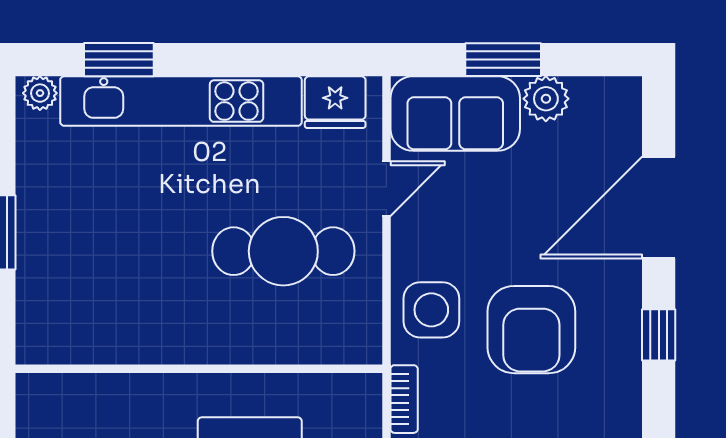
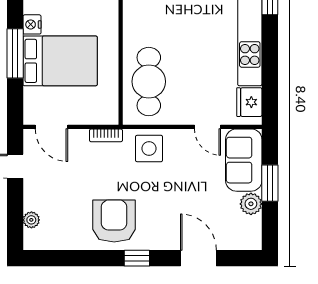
door: (659, 207) -> (198, 258), width x0.73
cafe table: (283, 251) -> (149, 82), moved
armchair: (531, 330) -> (114, 221), moved, turned 90

